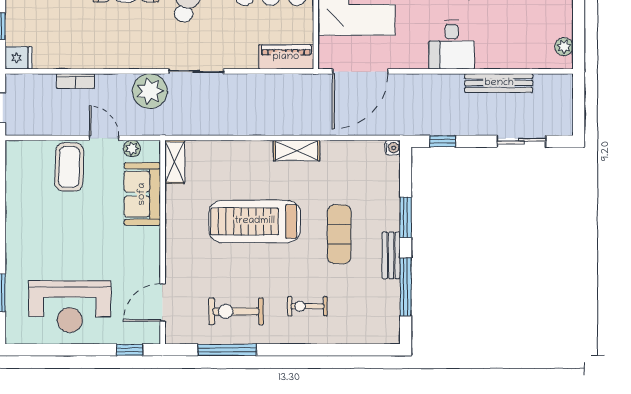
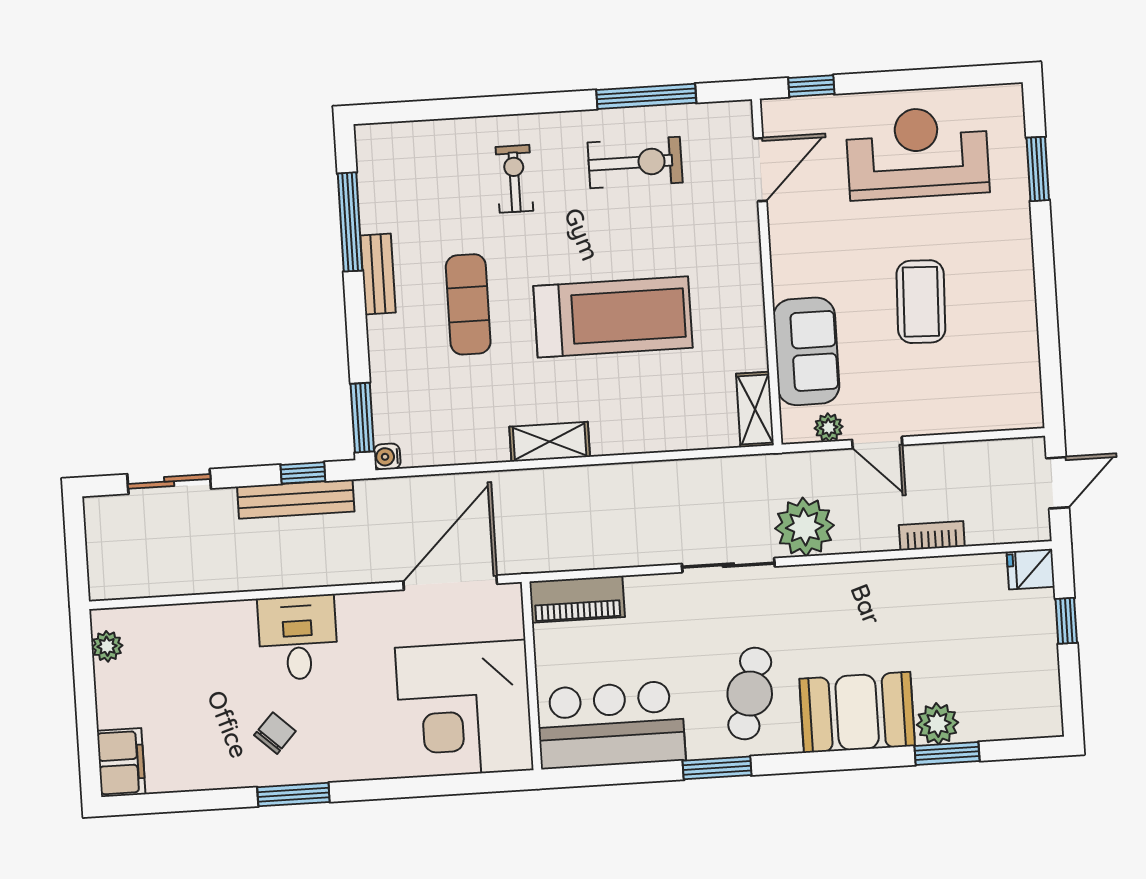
bench: (499, 83) -> (296, 499), moved
coffee table: (69, 167) -> (921, 302), moved
window: (406, 217) -> (362, 418), moved
exercise bike: (307, 306) -> (514, 179), turned -90

